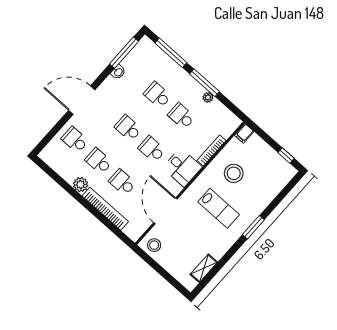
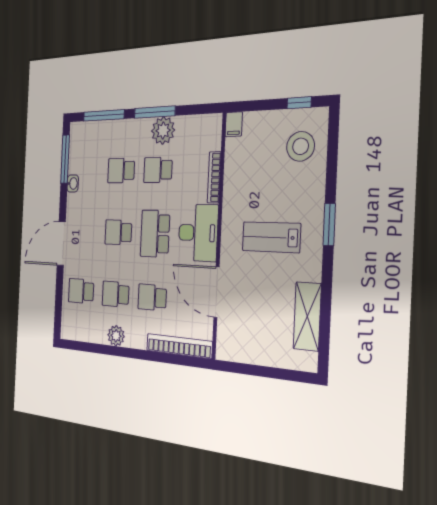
plant: (208, 97) -> (163, 131), width x1.88, depth x1.88
school desk: (152, 149) -> (155, 234), width x1.85
desk: (182, 167) -> (198, 233), width x1.37
stool: (234, 173) -> (301, 146), moved
lab bench: (219, 208) -> (271, 237), turned 180
bookcase: (105, 209) -> (179, 346), moved
stool: (154, 245) -> (233, 345), removed
shelving: (204, 268) -> (307, 316), width x1.50, depth x1.33

